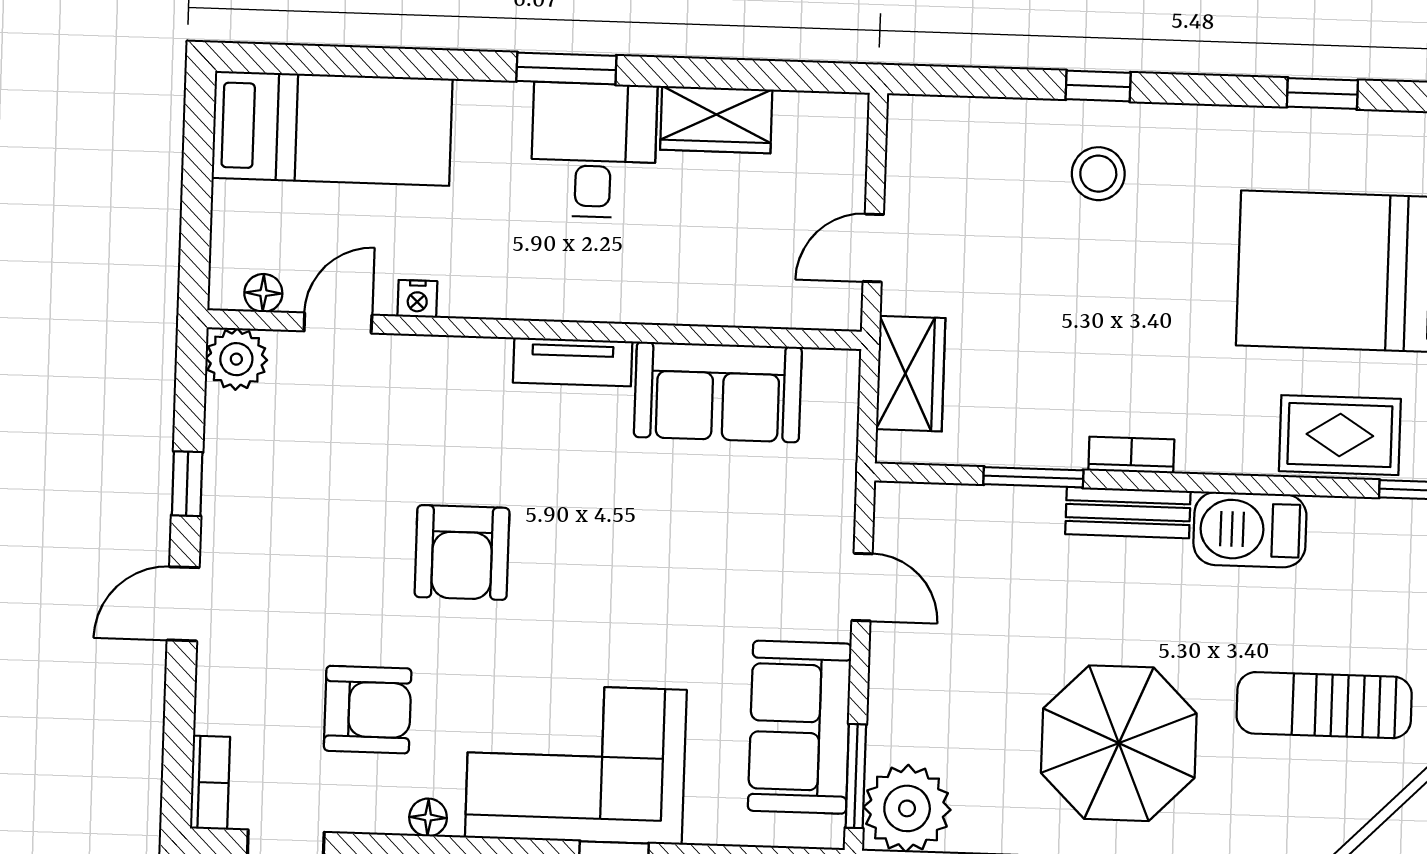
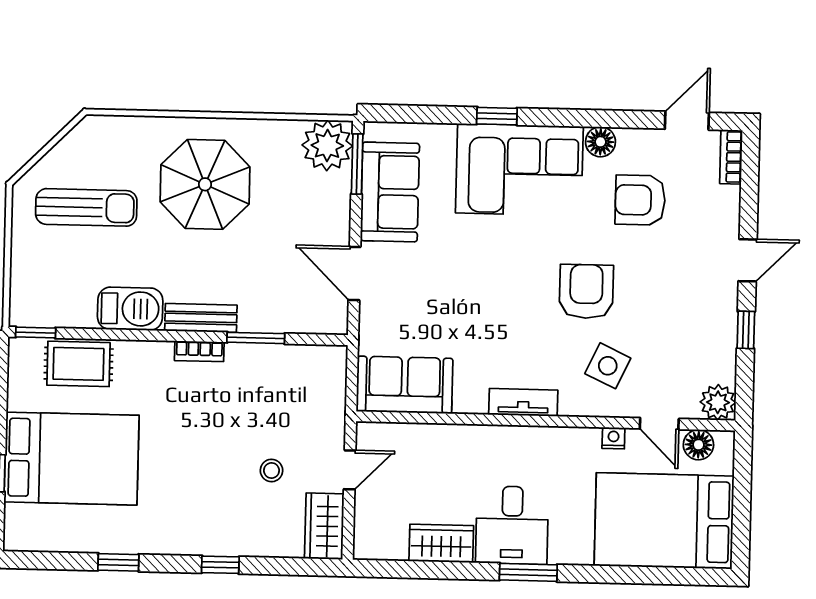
window: (1322, 93) -> (118, 562), moved
bed: (332, 128) -> (664, 521), width x1.50
stool: (1098, 174) -> (272, 470), moved, width x0.73, depth x0.73
floor lamp: (263, 293) -> (698, 445), width x1.37, depth x1.37
door: (338, 323) -> (659, 424), hinge flipped
wardrobe: (911, 374) -> (324, 526), moved
sofa: (718, 392) -> (405, 385), moved
side table: (426, 424) -> (608, 366), added
door: (862, 587) -> (354, 273), width x1.38
floor lamp: (428, 817) -> (600, 142), width x1.37, depth x1.37

